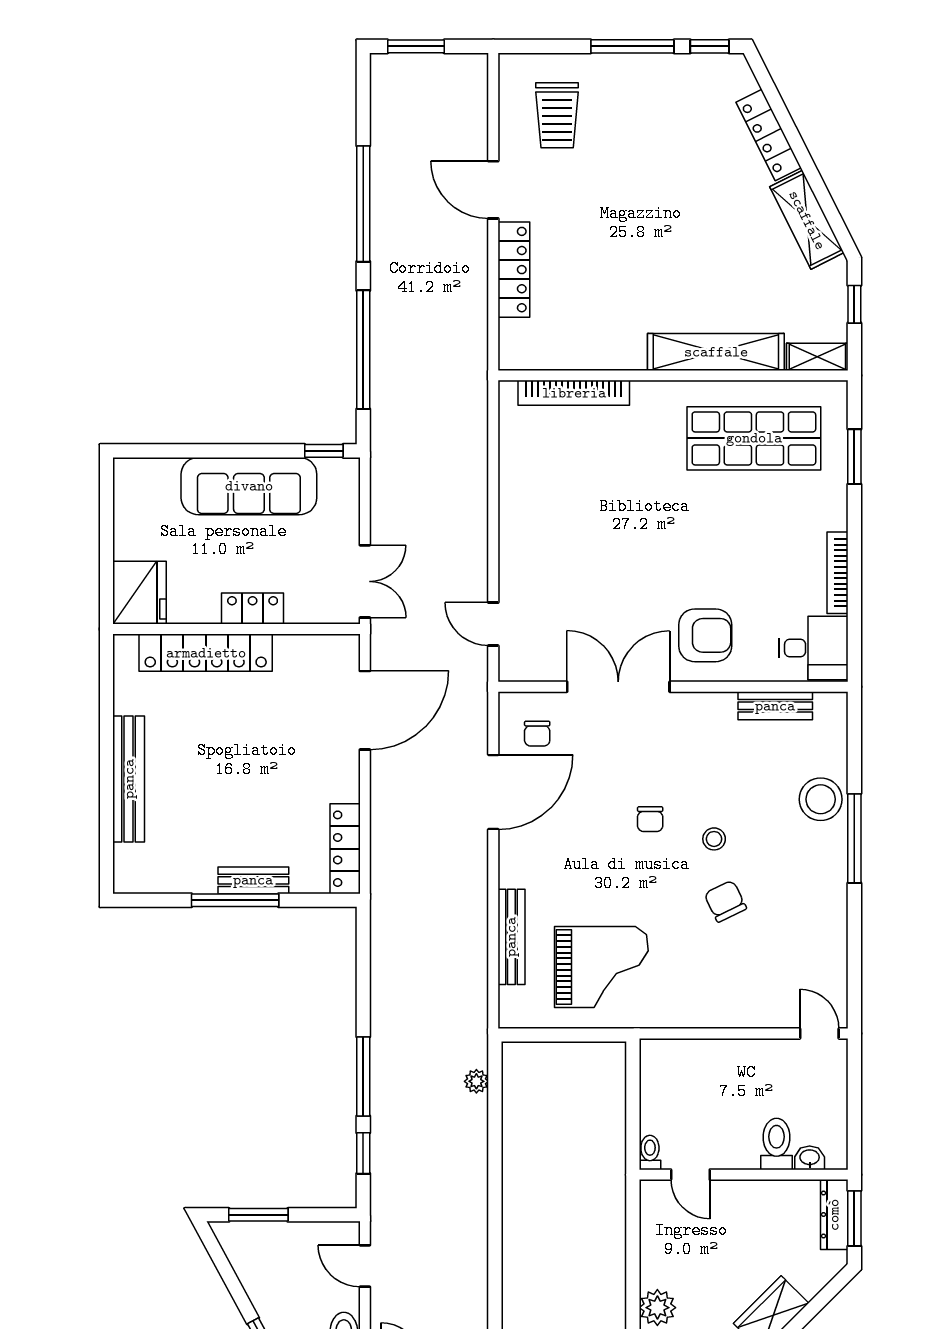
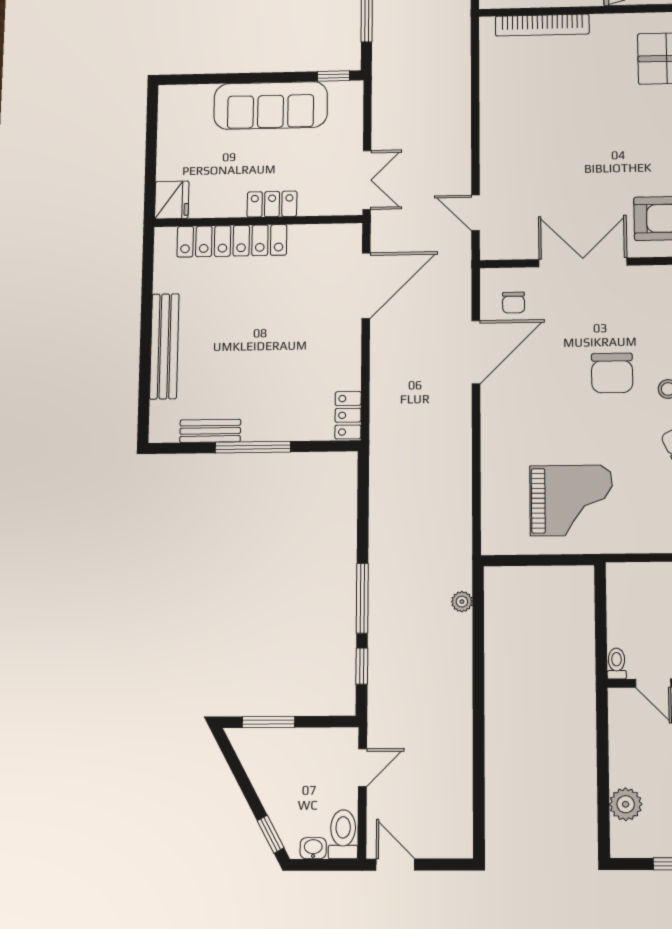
fridge: (140, 593) -> (172, 200), width x0.73, depth x0.75
chair: (650, 819) -> (612, 373), width x1.87, depth x1.87
locker: (345, 849) -> (348, 415), width x0.66
bench: (253, 880) -> (210, 431), moved
bench: (511, 937) -> (492, 475), removed
door: (365, 1266) -> (362, 768), swing flipped

